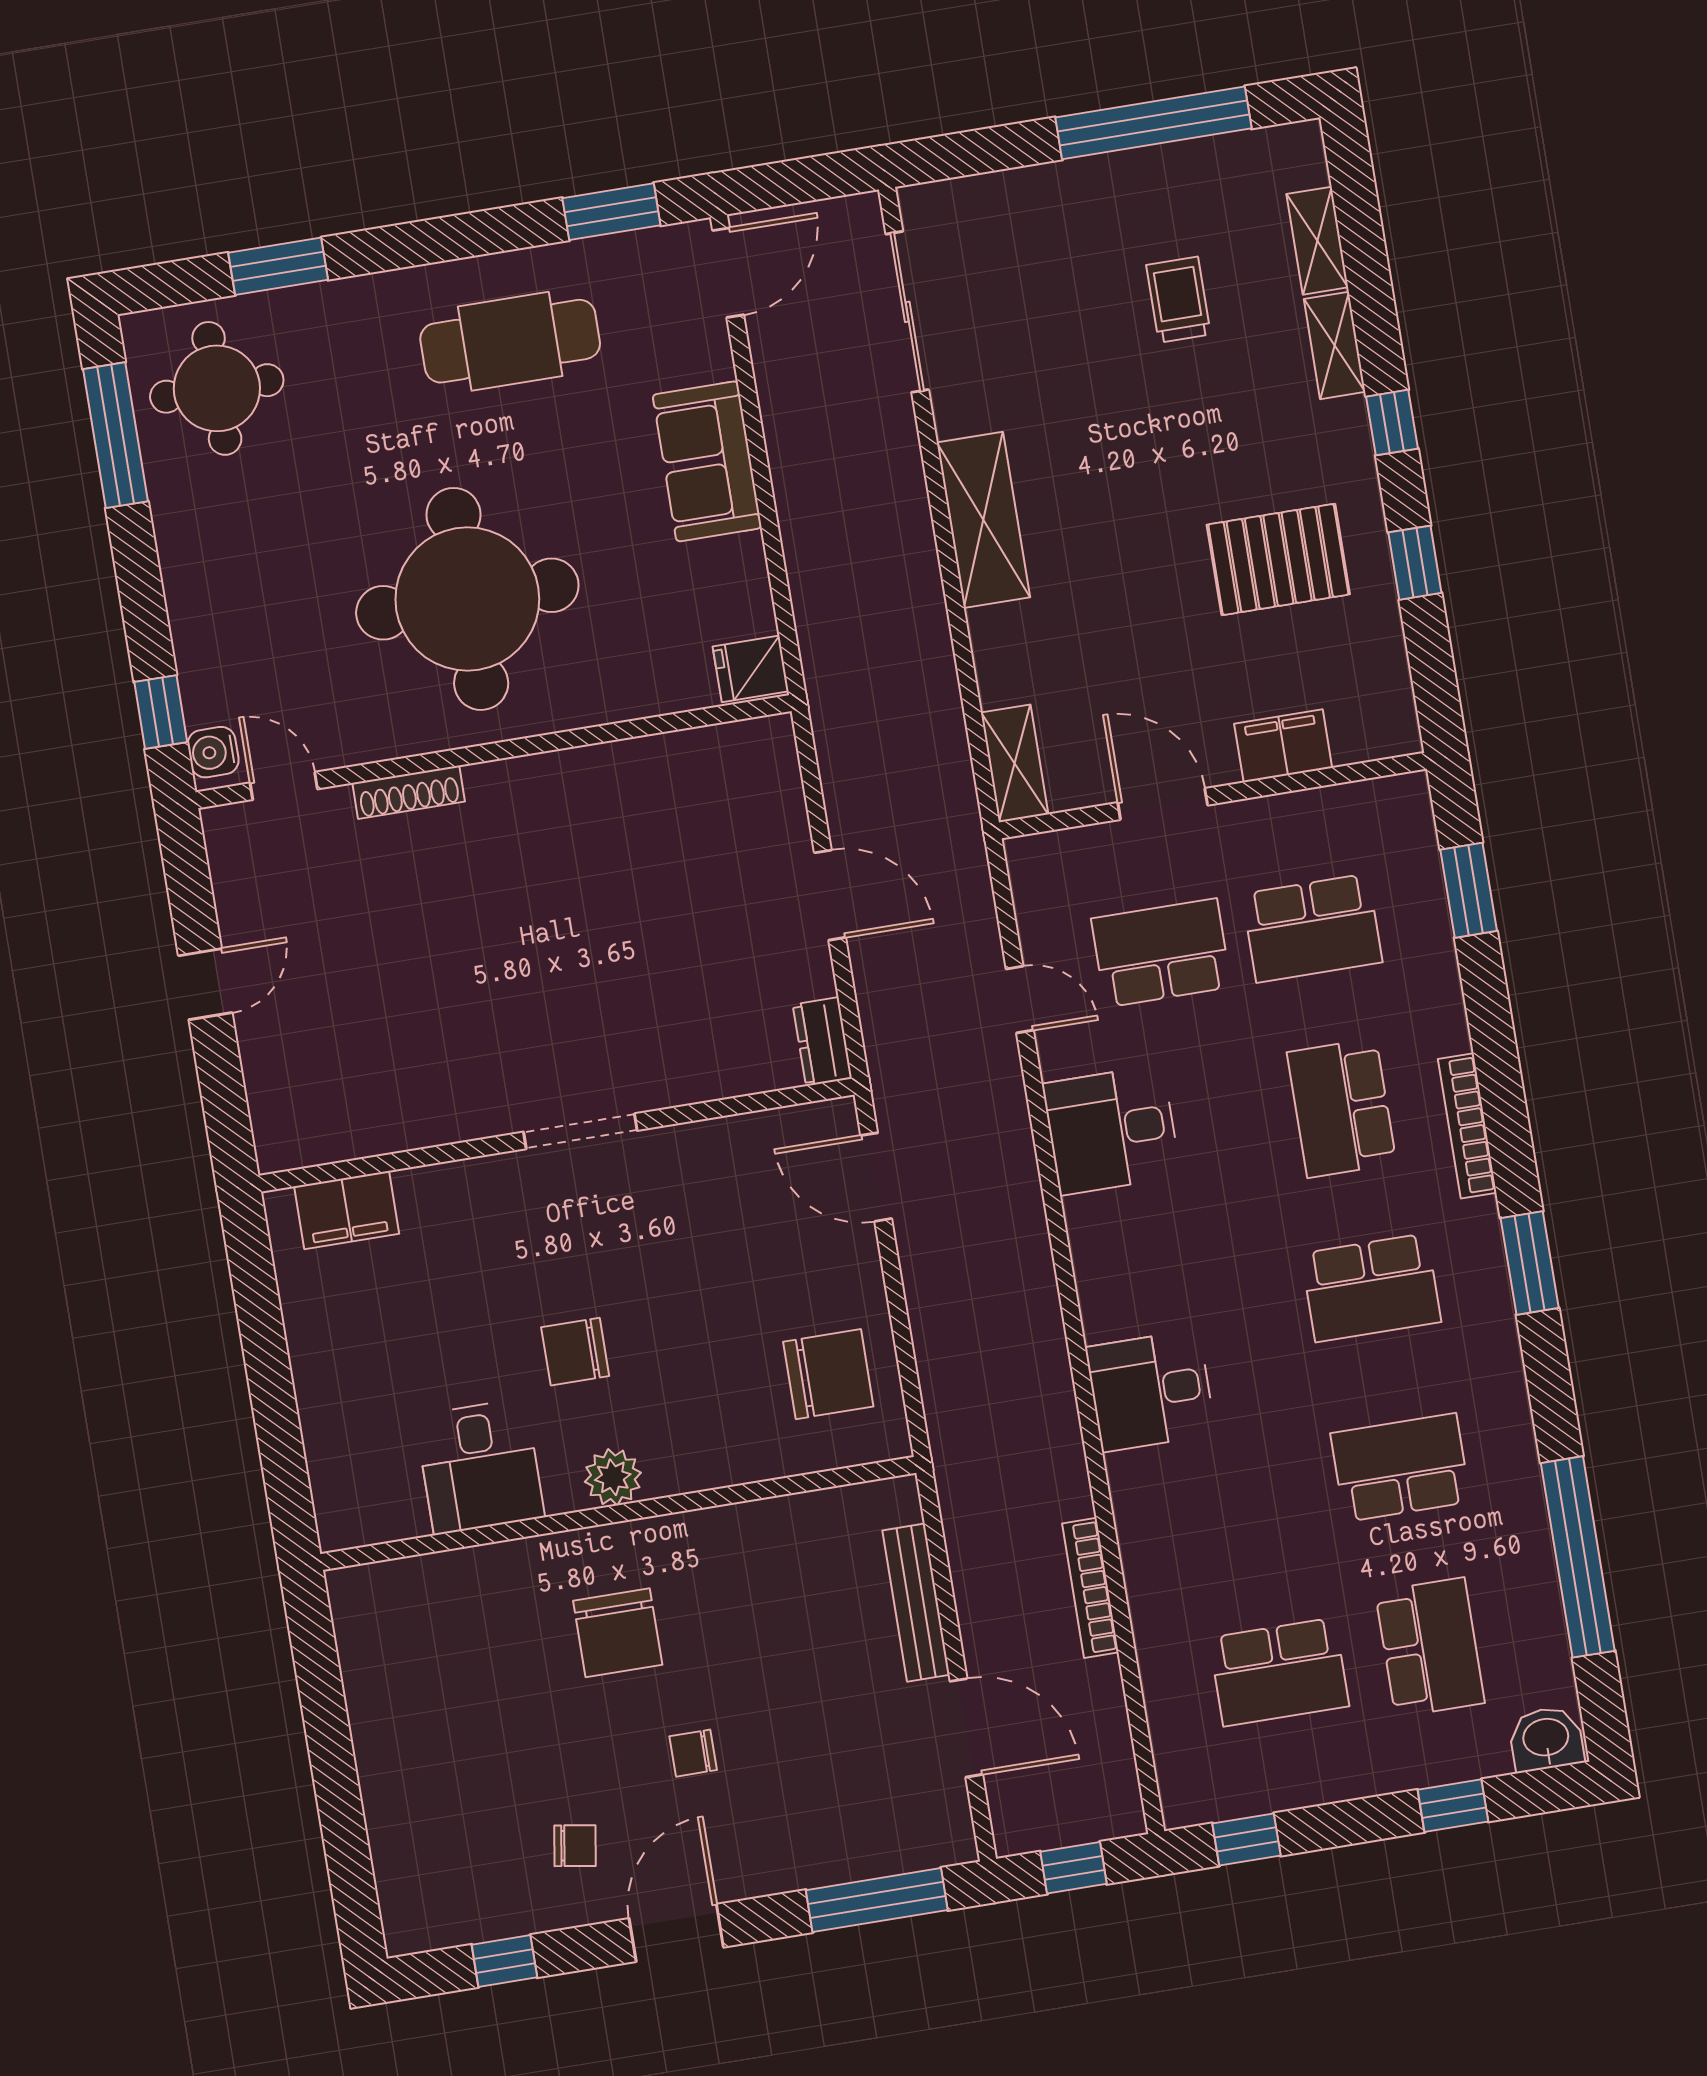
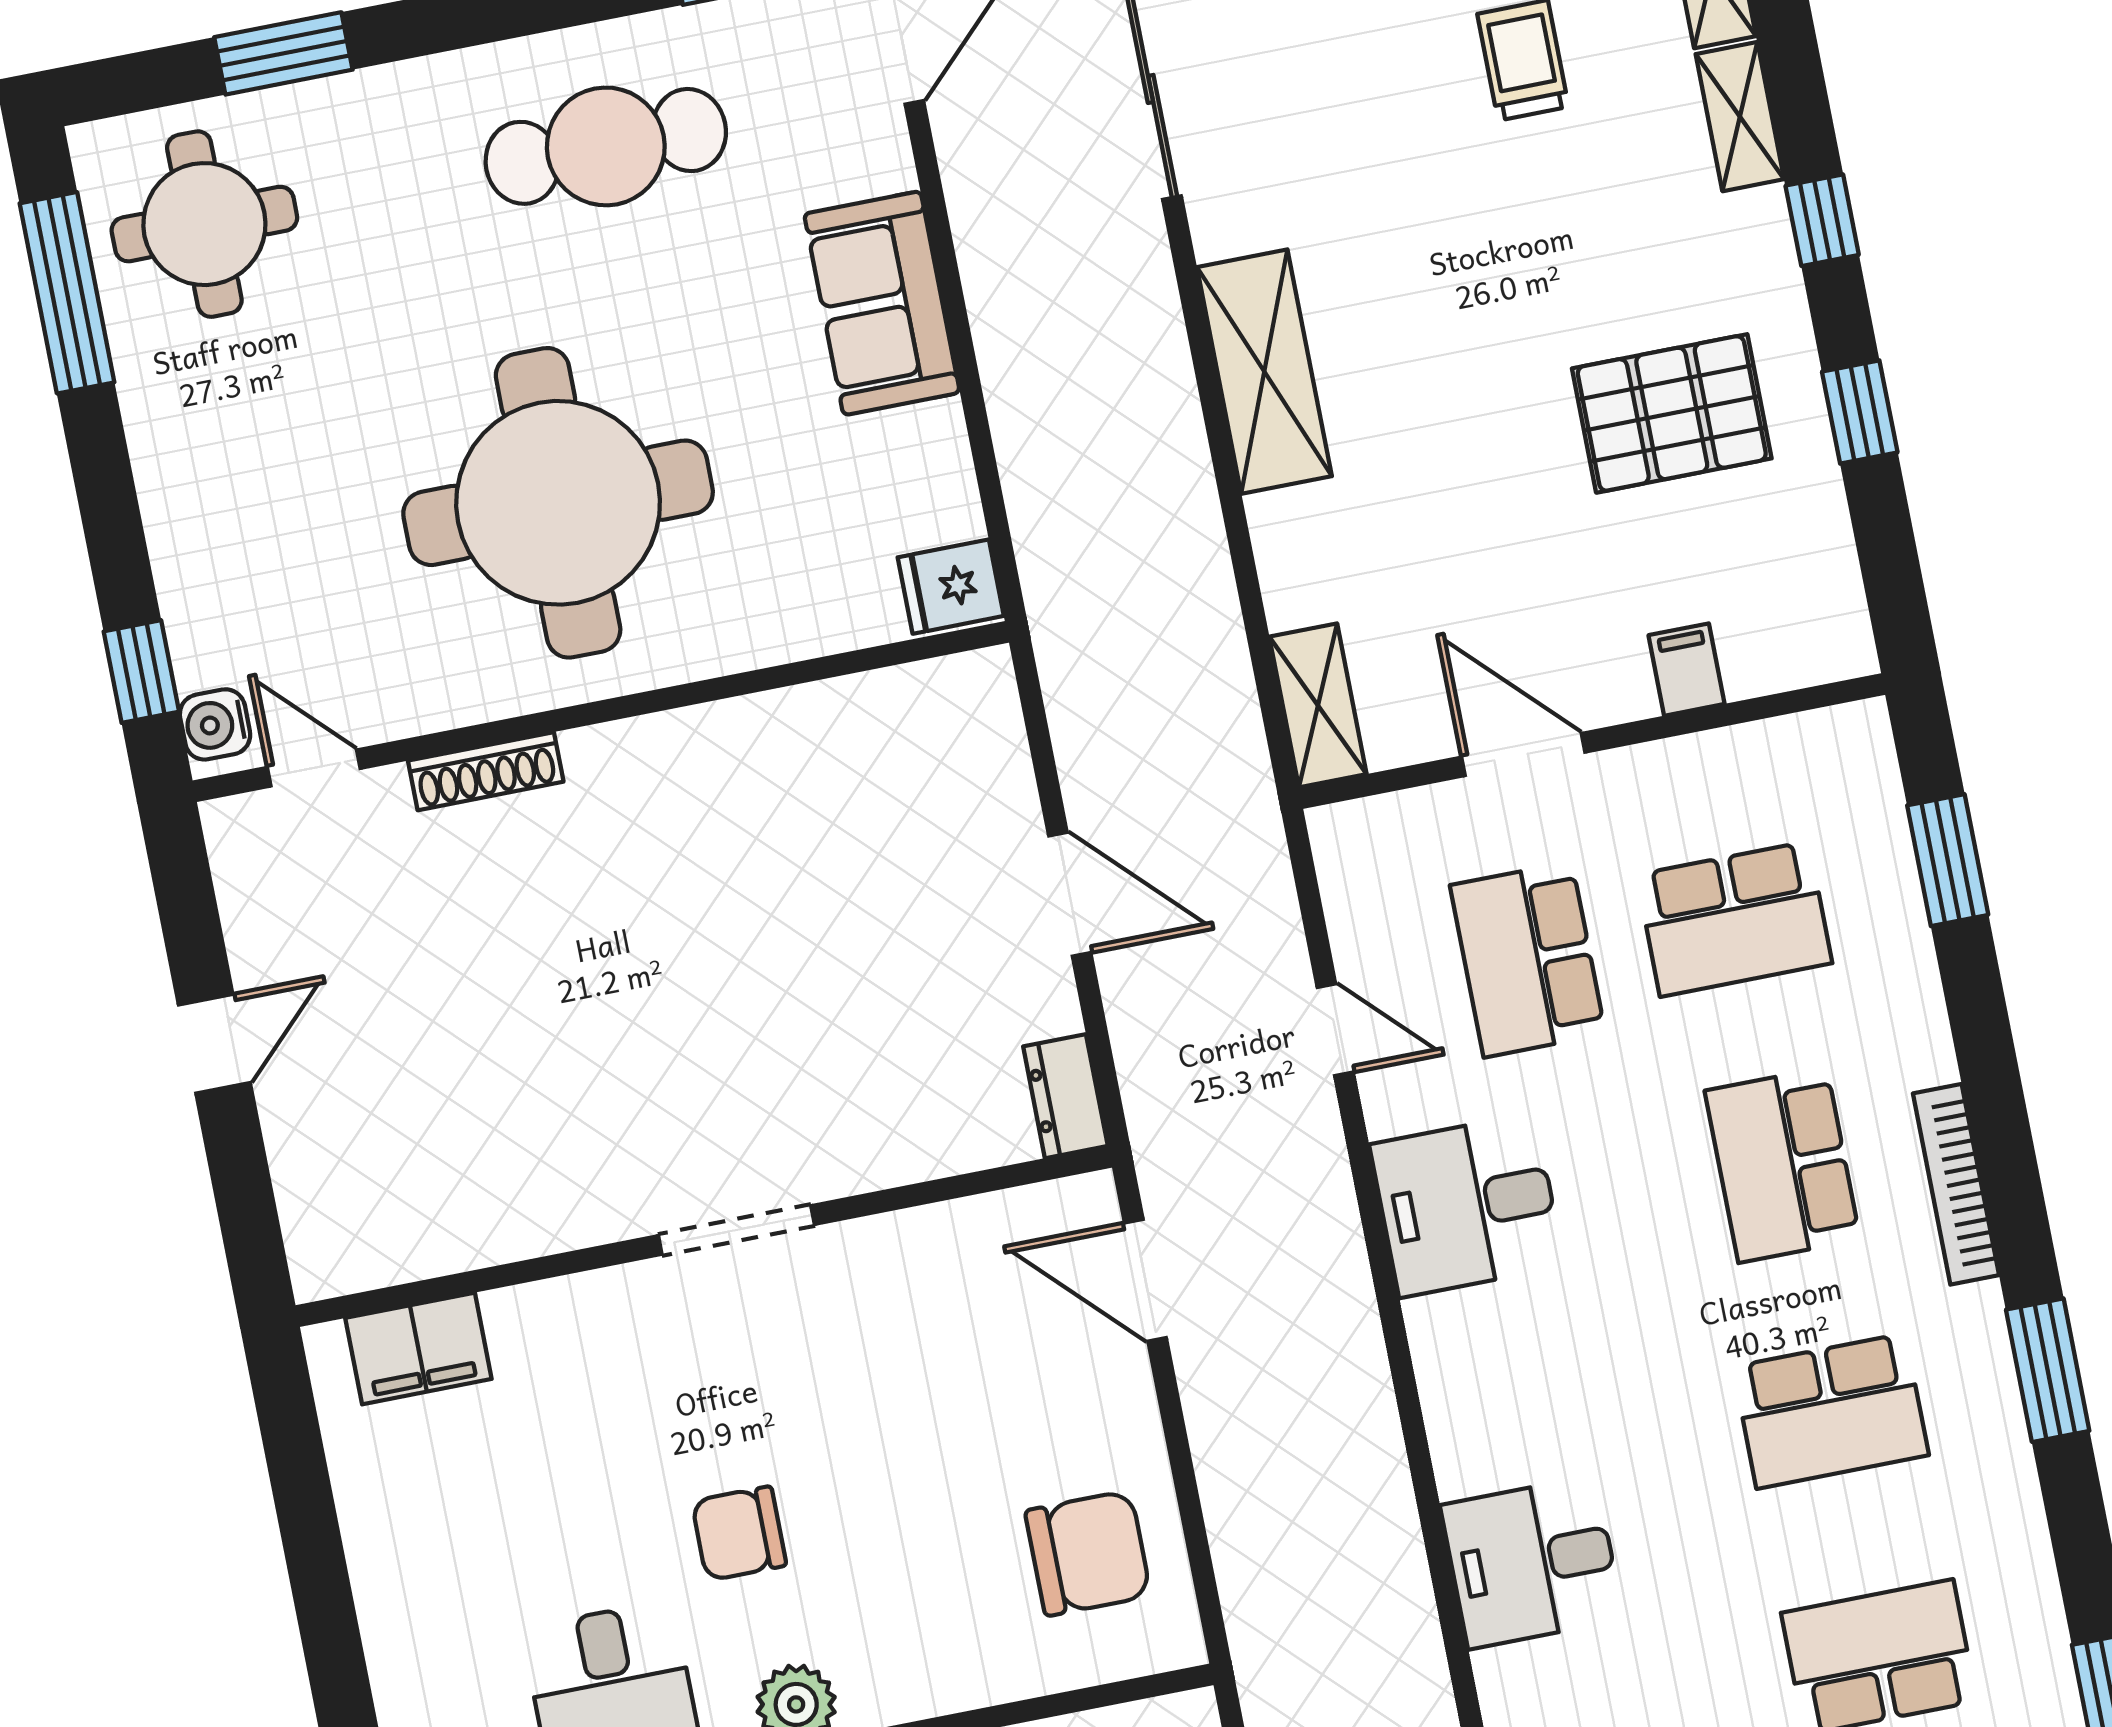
filing cabinet: (1283, 746) -> (1687, 670), width x0.50
school desk: (1161, 953) -> (1528, 959), turned -90

